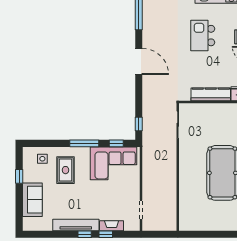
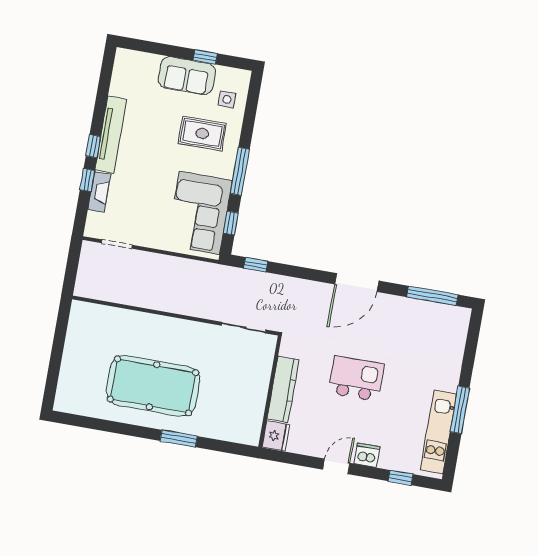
kitchen island: (203, 36) -> (356, 379), moved
sofa: (32, 200) -> (187, 76), moved

